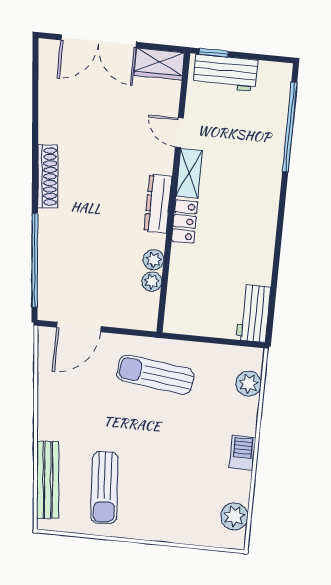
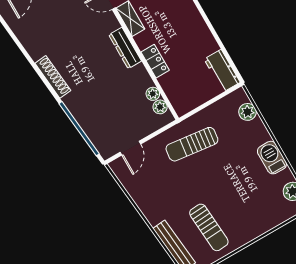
locker: (185, 221) -> (155, 61), moved
plant: (154, 260) -> (160, 107), moved
door: (79, 327) -> (130, 148), width x0.73
barbecue: (242, 453) -> (272, 158), width x1.38, depth x1.27

